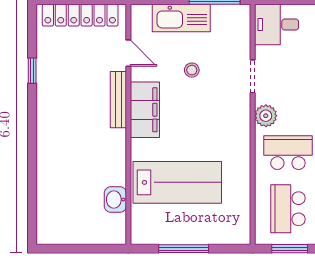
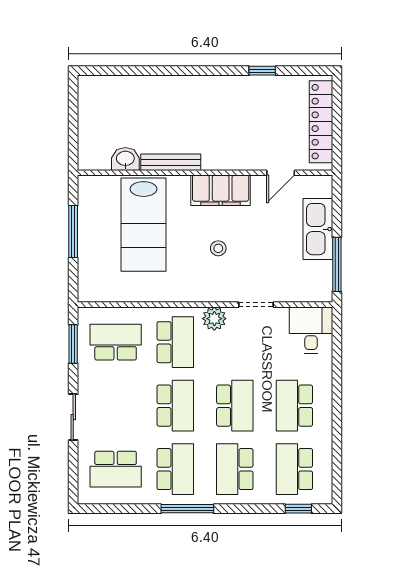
stool: (192, 70) -> (218, 248), moved
bench: (118, 100) -> (171, 162), moved

